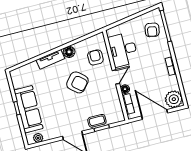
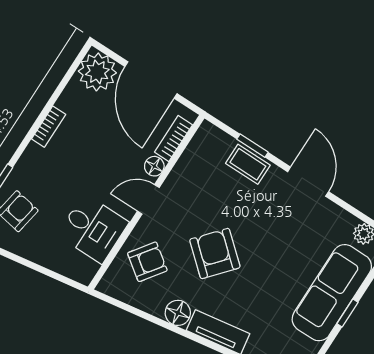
desk: (123, 50) -> (93, 229), width x0.73
armchair: (95, 57) -> (147, 262), turned -144

